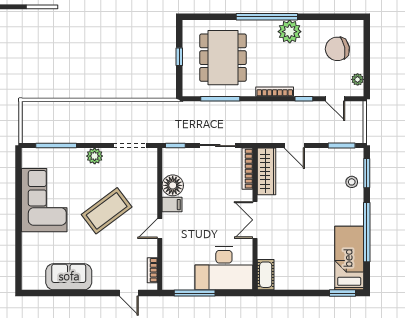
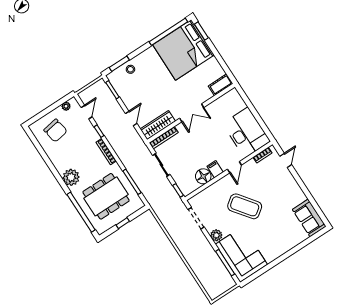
window: (267, 17) -> (81, 212), moved
plant: (290, 32) -> (71, 177), moved
corner sofa: (44, 200) -> (241, 254), moved, turned 90
door: (160, 228) -> (234, 167), hinge flipped
window: (367, 232) -> (168, 32), moved
bed: (349, 258) -> (183, 50), width x2.04
desk: (224, 268) -> (246, 133), moved
sofa: (69, 277) -> (309, 218), moved
window: (195, 293) -> (260, 121), removed

